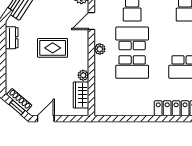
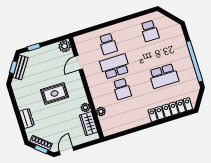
dresser: (12, 38) -> (27, 118), moved
plant: (100, 49) -> (101, 111), moved
school desk: (132, 67) -> (122, 89), width x0.54

